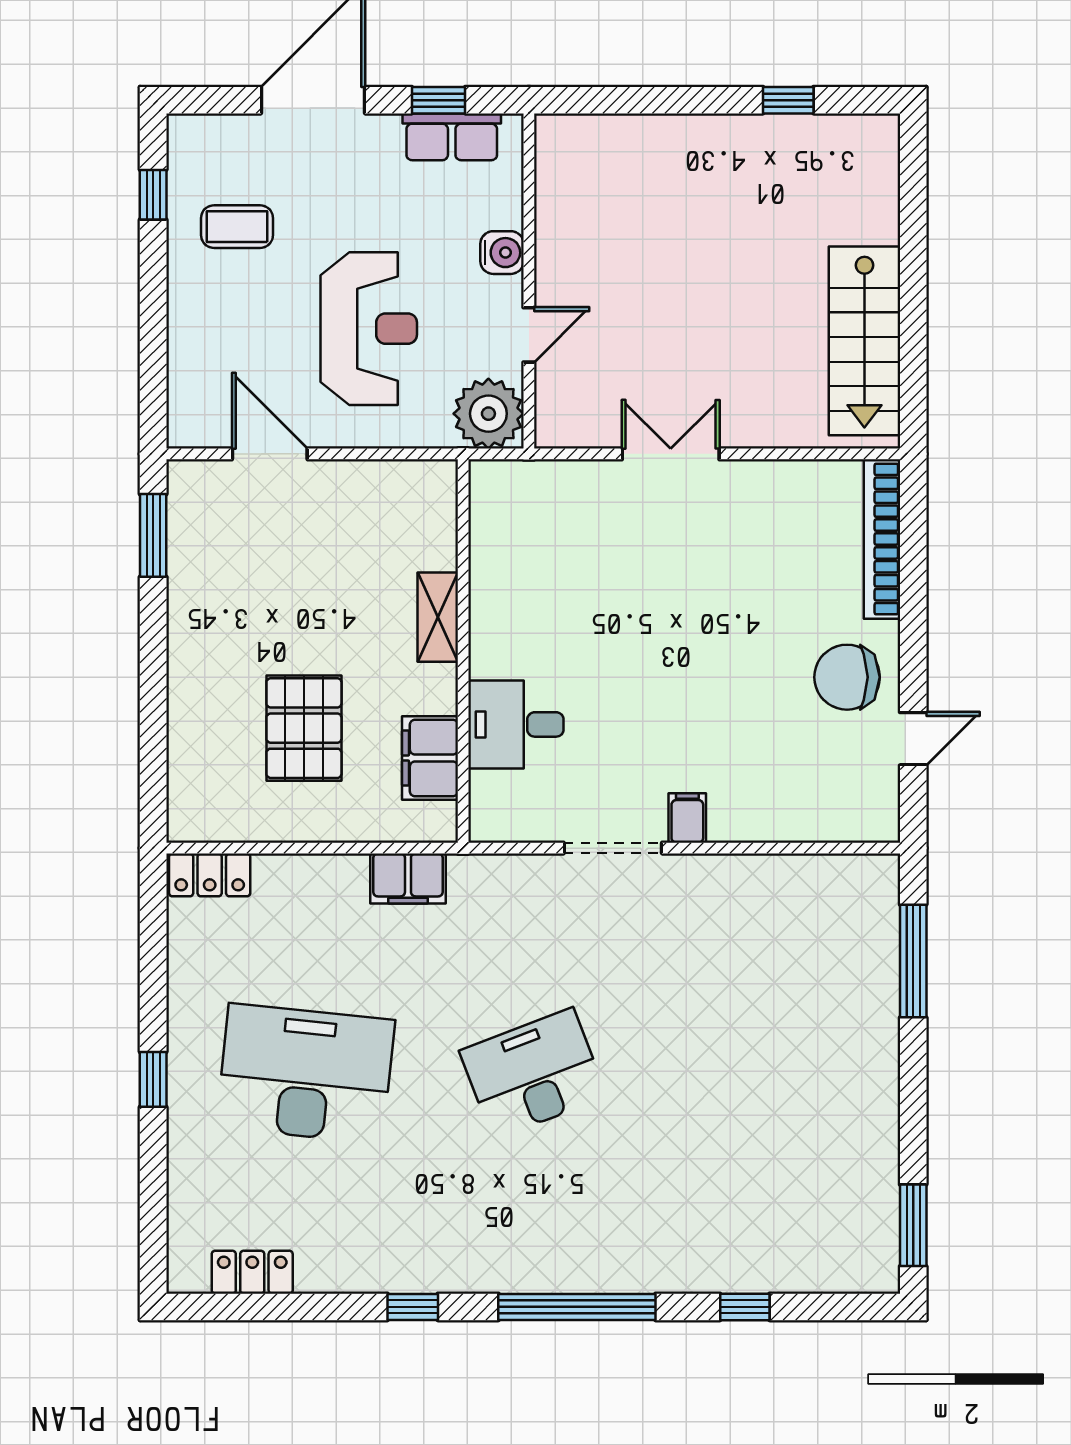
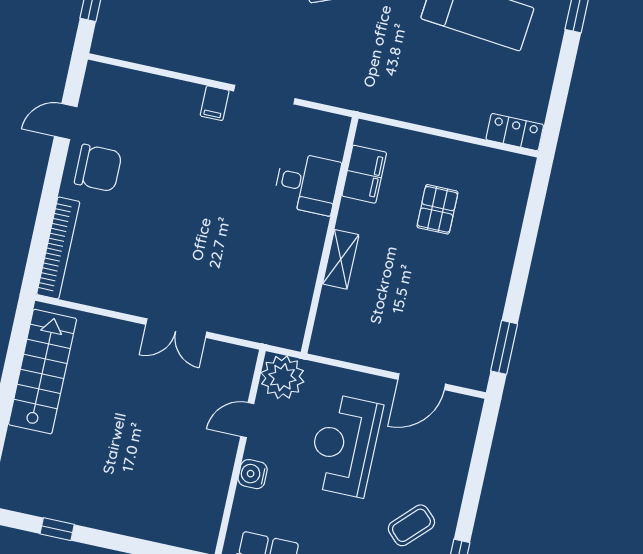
coffee table: (237, 227) -> (411, 525), turned -45
door: (270, 454) -> (422, 382), hinge flipped
pallet: (304, 728) -> (437, 209), width x0.67, depth x0.71
filing cabinet: (408, 878) -> (394, 103), removed

